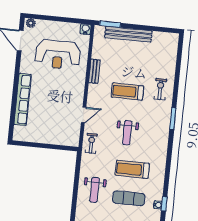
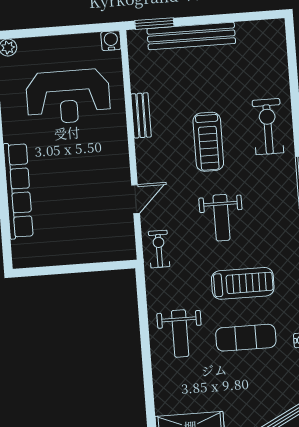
exercise bike: (160, 89) -> (268, 127), width x1.38, depth x1.39
treadmill: (127, 92) -> (208, 142), turned -90
treadmill: (132, 169) -> (243, 283), turned 180

